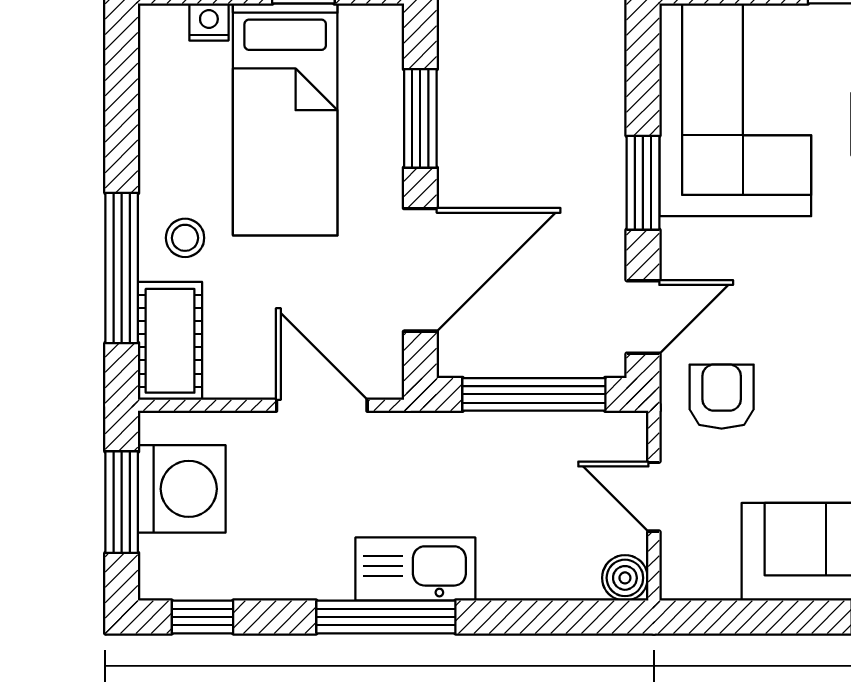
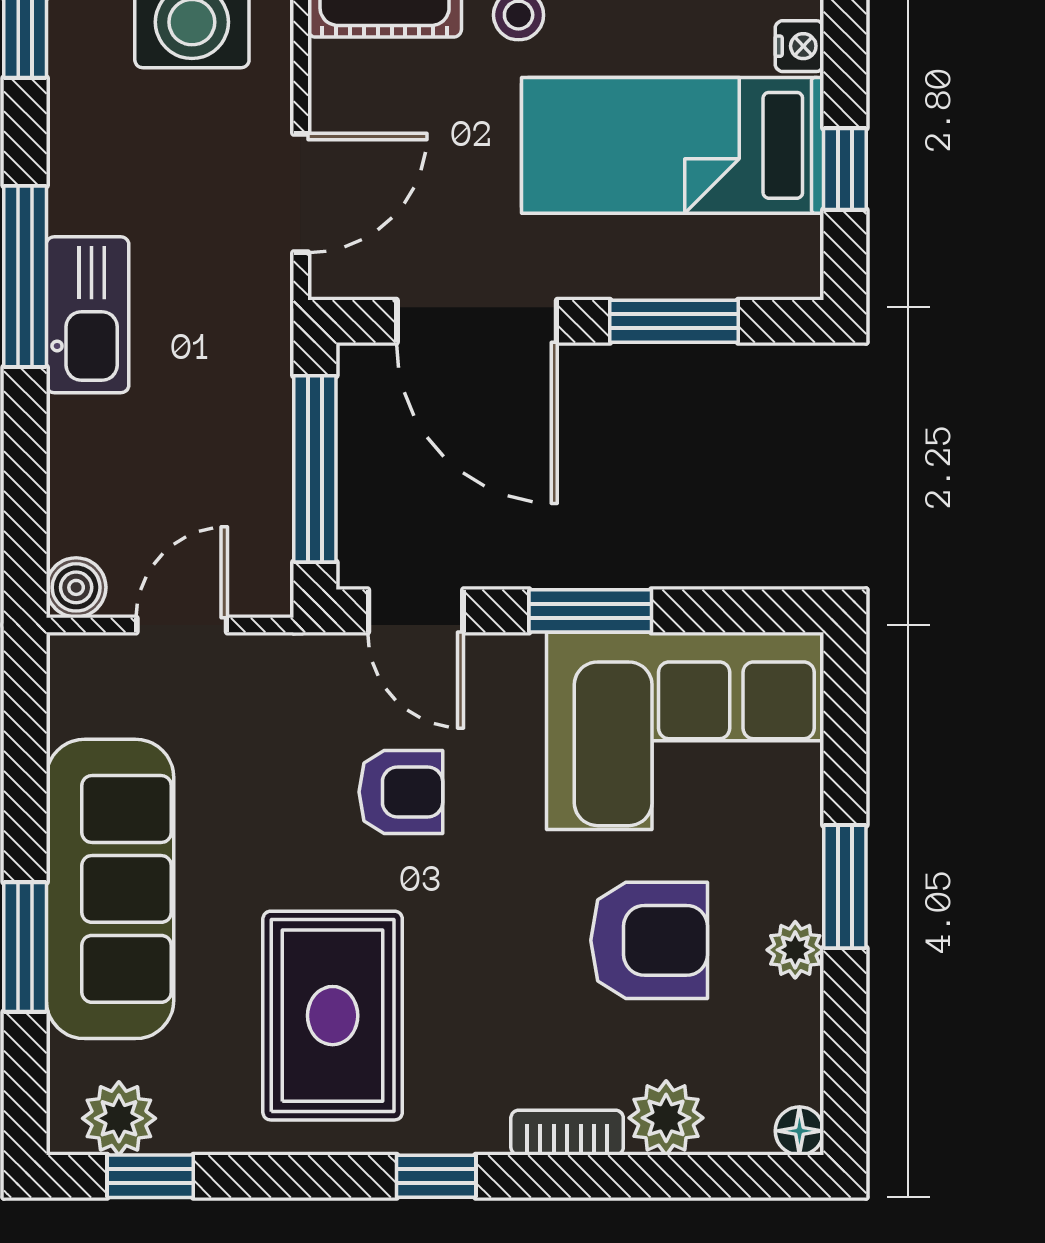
armchair: (722, 397) -> (401, 792), moved

